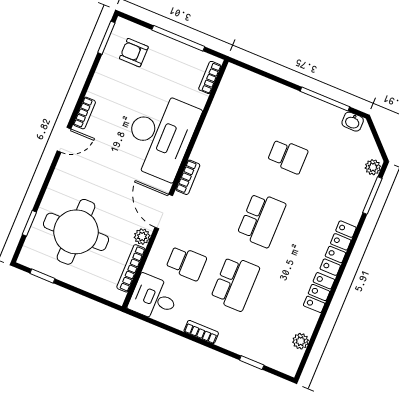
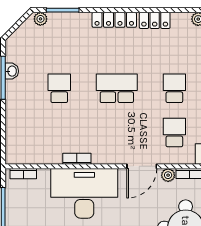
washbasin: (353, 122) -> (12, 71), moved
bookcase: (188, 177) -> (77, 159), moved
school desk: (235, 283) -> (174, 88), width x0.54

